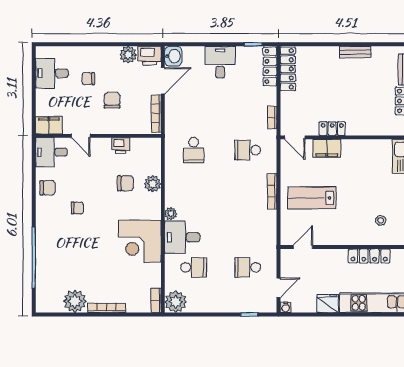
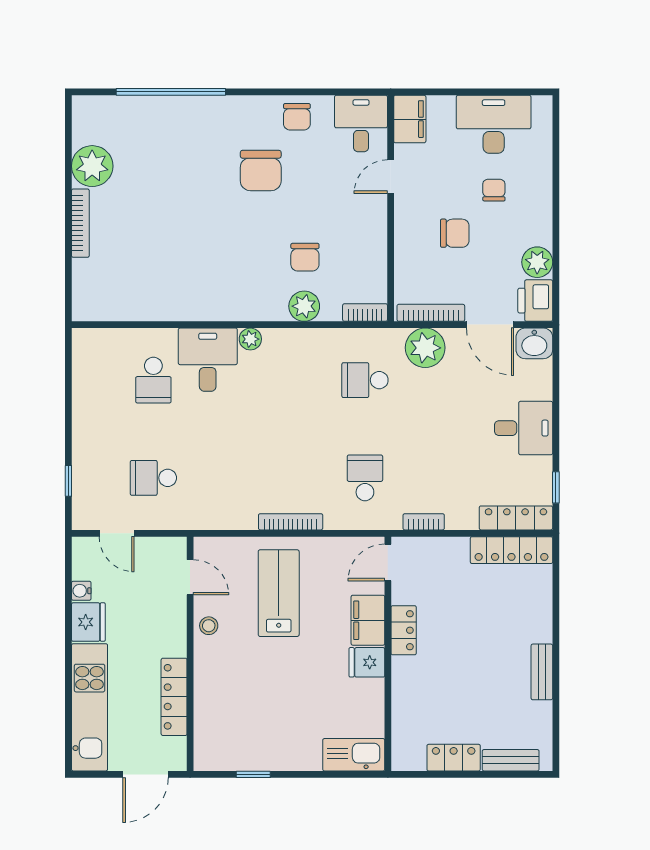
desk: (52, 73) -> (494, 124), width x1.37
printer: (121, 146) -> (373, 249), removed
fridge: (350, 149) -> (367, 662), added
chair: (77, 208) -> (261, 171), width x1.87, depth x1.87
stool: (381, 220) -> (209, 626), moved
corner desk: (140, 241) -> (200, 283), removed
school desk: (248, 267) -> (153, 478), turned -90
bookcase: (156, 300) -> (365, 313), moved
plant: (176, 302) -> (425, 348), moved
water cooler: (286, 307) -> (81, 591), moved

